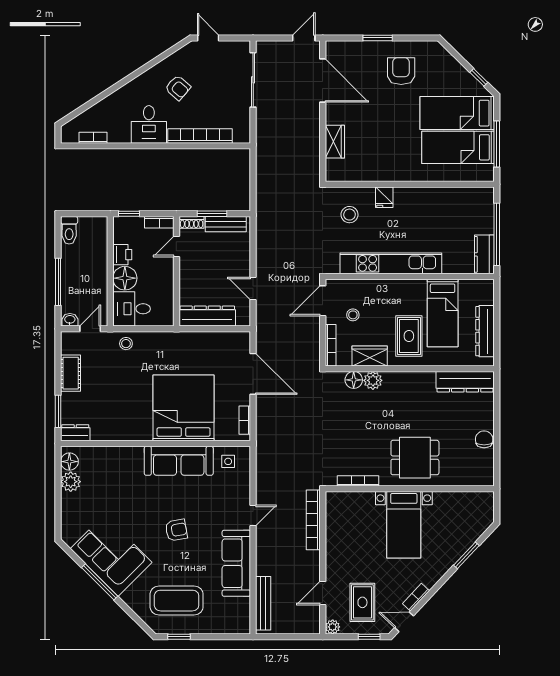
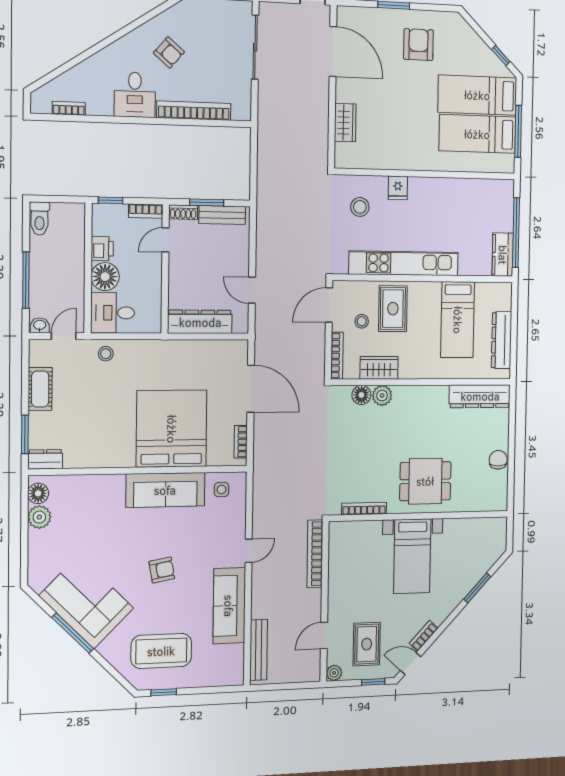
rug: (409, 336) -> (393, 309), moved

